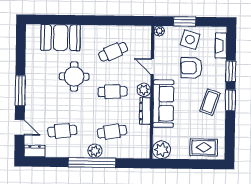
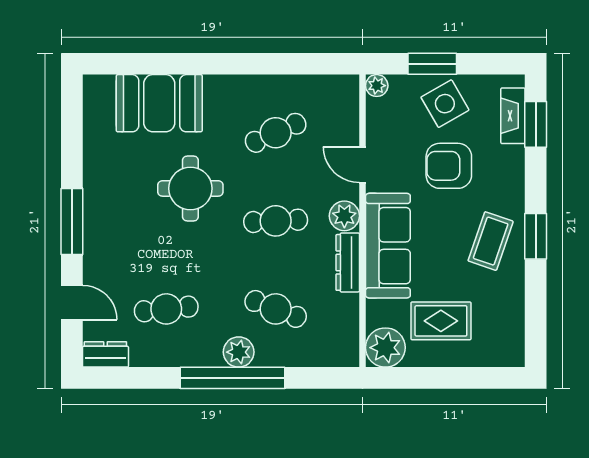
side table: (190, 40) -> (445, 104), turned 45
window: (231, 71) -> (536, 124), moved
cafe table: (112, 132) -> (276, 309), turned 30
rug: (204, 147) -> (441, 321), moved

